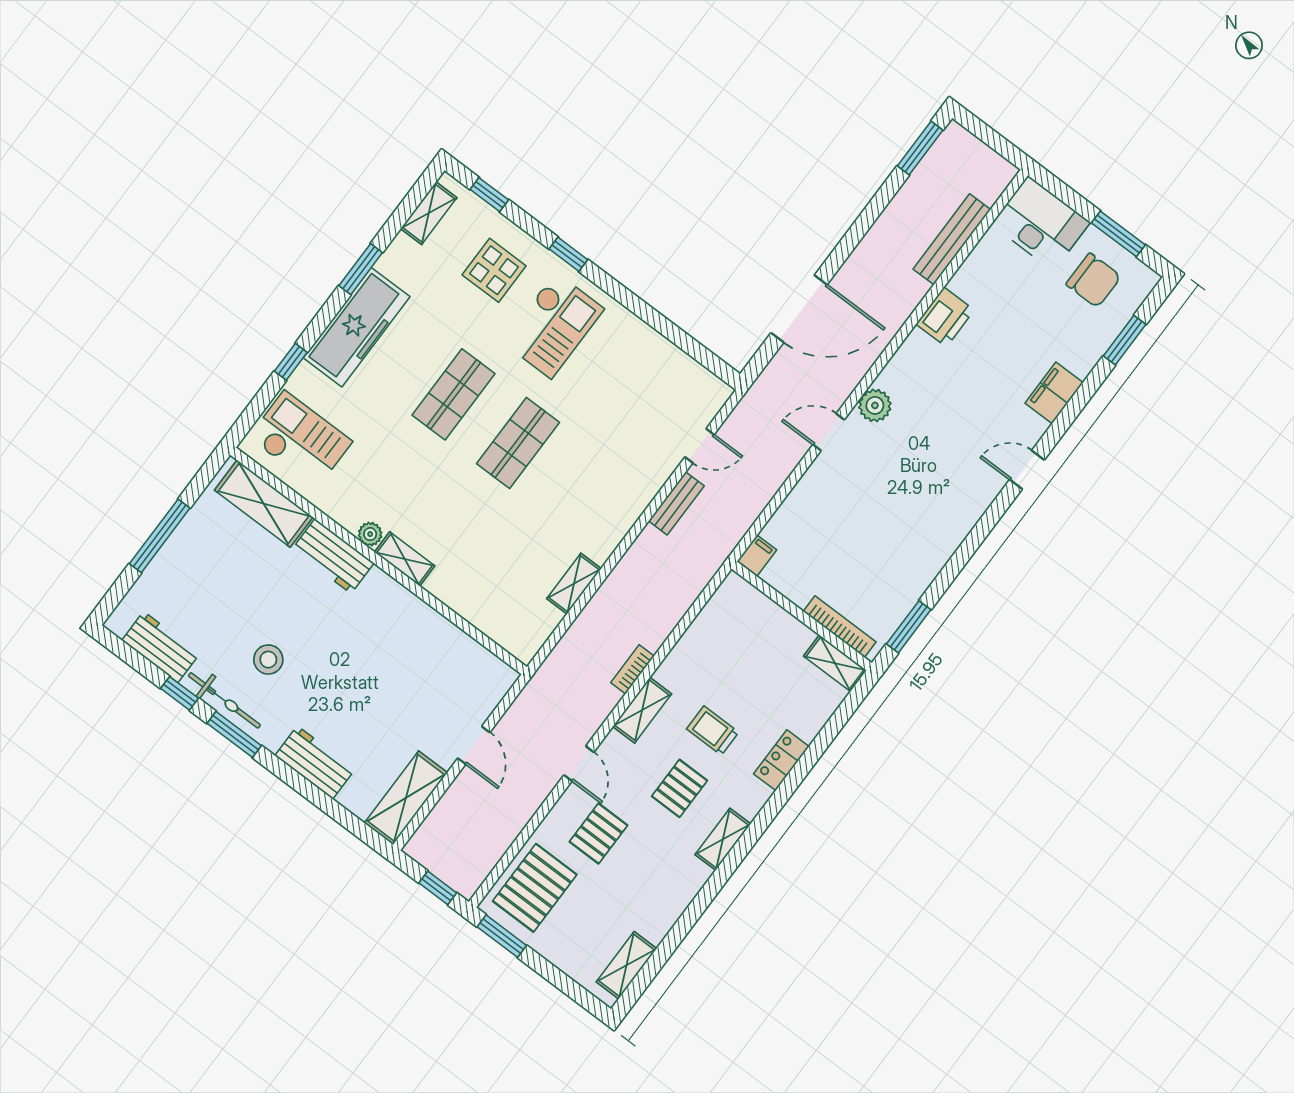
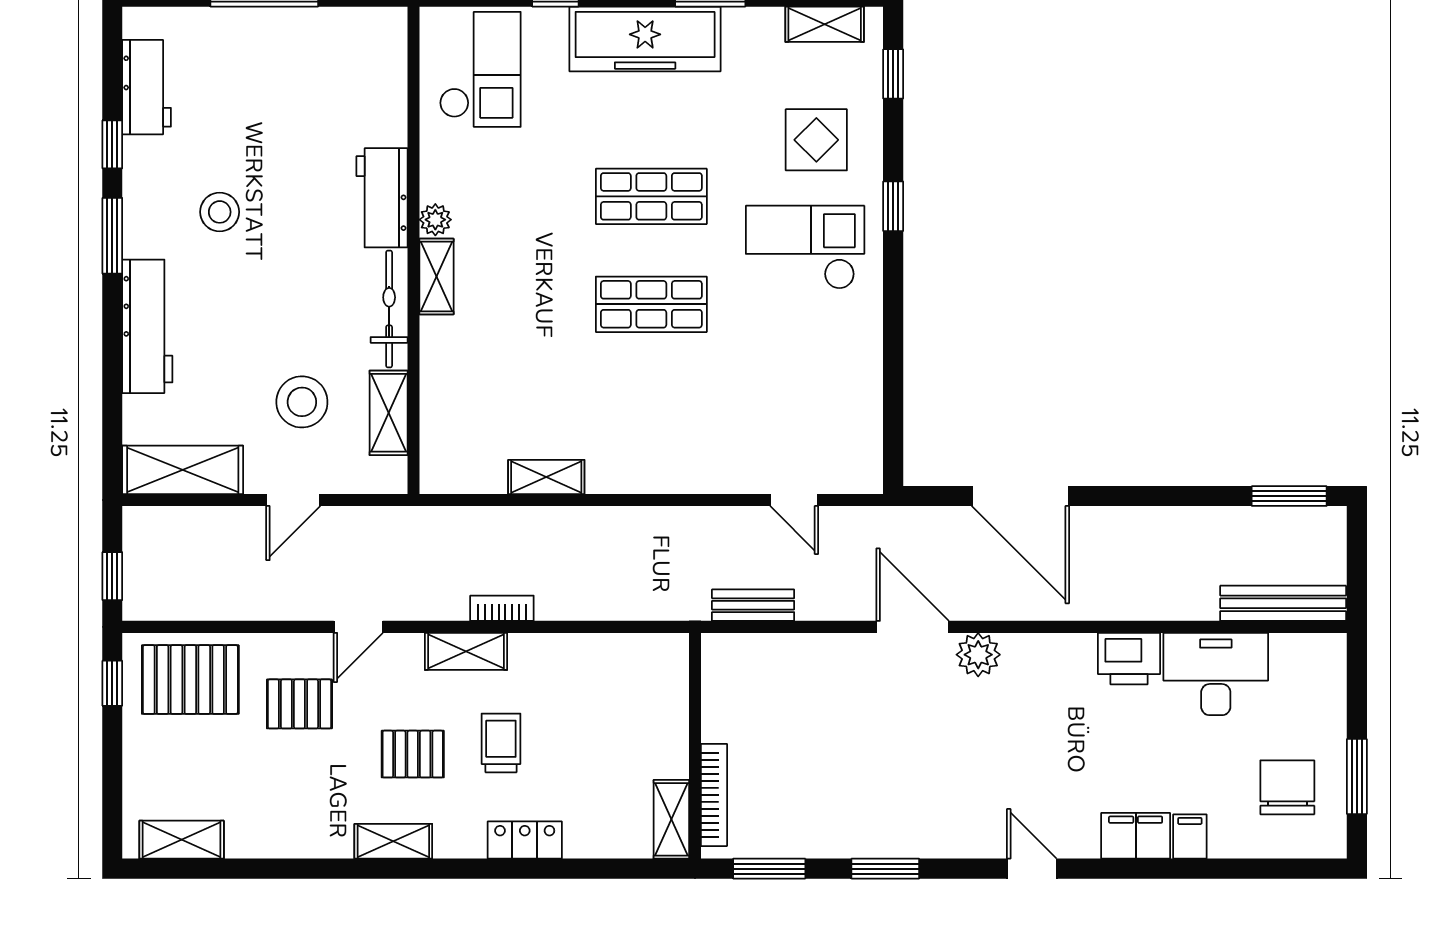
desk: (1041, 223) -> (1216, 674), moved, turned -90
bench: (952, 239) -> (1283, 603), moved
chair: (1094, 280) -> (1287, 787), turned 180
checkout: (553, 325) -> (805, 247), turned 180
window: (1125, 340) -> (885, 869), moved
door: (829, 432) -> (913, 627), width x1.38
bench: (676, 503) -> (753, 605), moved
shelving: (264, 504) -> (389, 413), moved, width x0.67, depth x0.75
filing cabinet: (757, 556) -> (1190, 836), moved, turned -90
stool: (419, 696) -> (302, 402), added
bicycle: (224, 700) -> (389, 309), moved, turned 180
workbench: (315, 763) -> (147, 326), width x1.38
window: (502, 936) -> (112, 683), width x0.67

